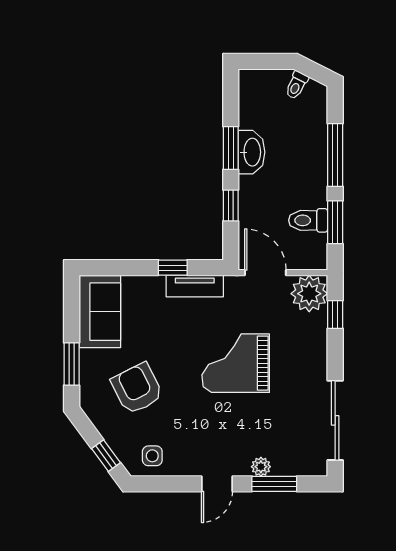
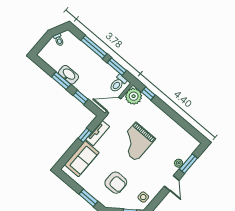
toilet: (308, 220) -> (118, 84), moved
sofa: (100, 312) -> (82, 159), moved, turned 90
armchair: (137, 389) -> (116, 183), turned -153
sliding door: (335, 420) -> (184, 124), removed

